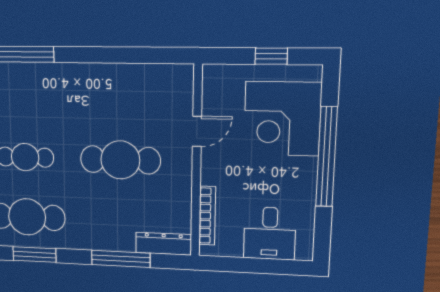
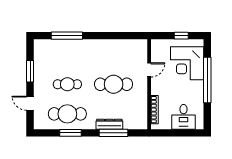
dresser: (164, 244) -> (109, 124), moved

